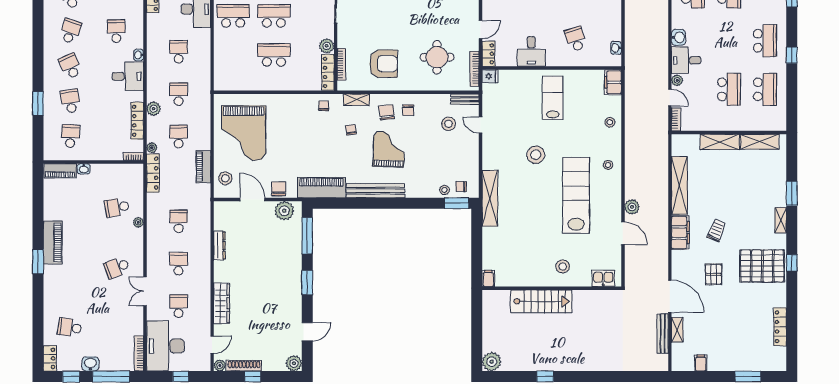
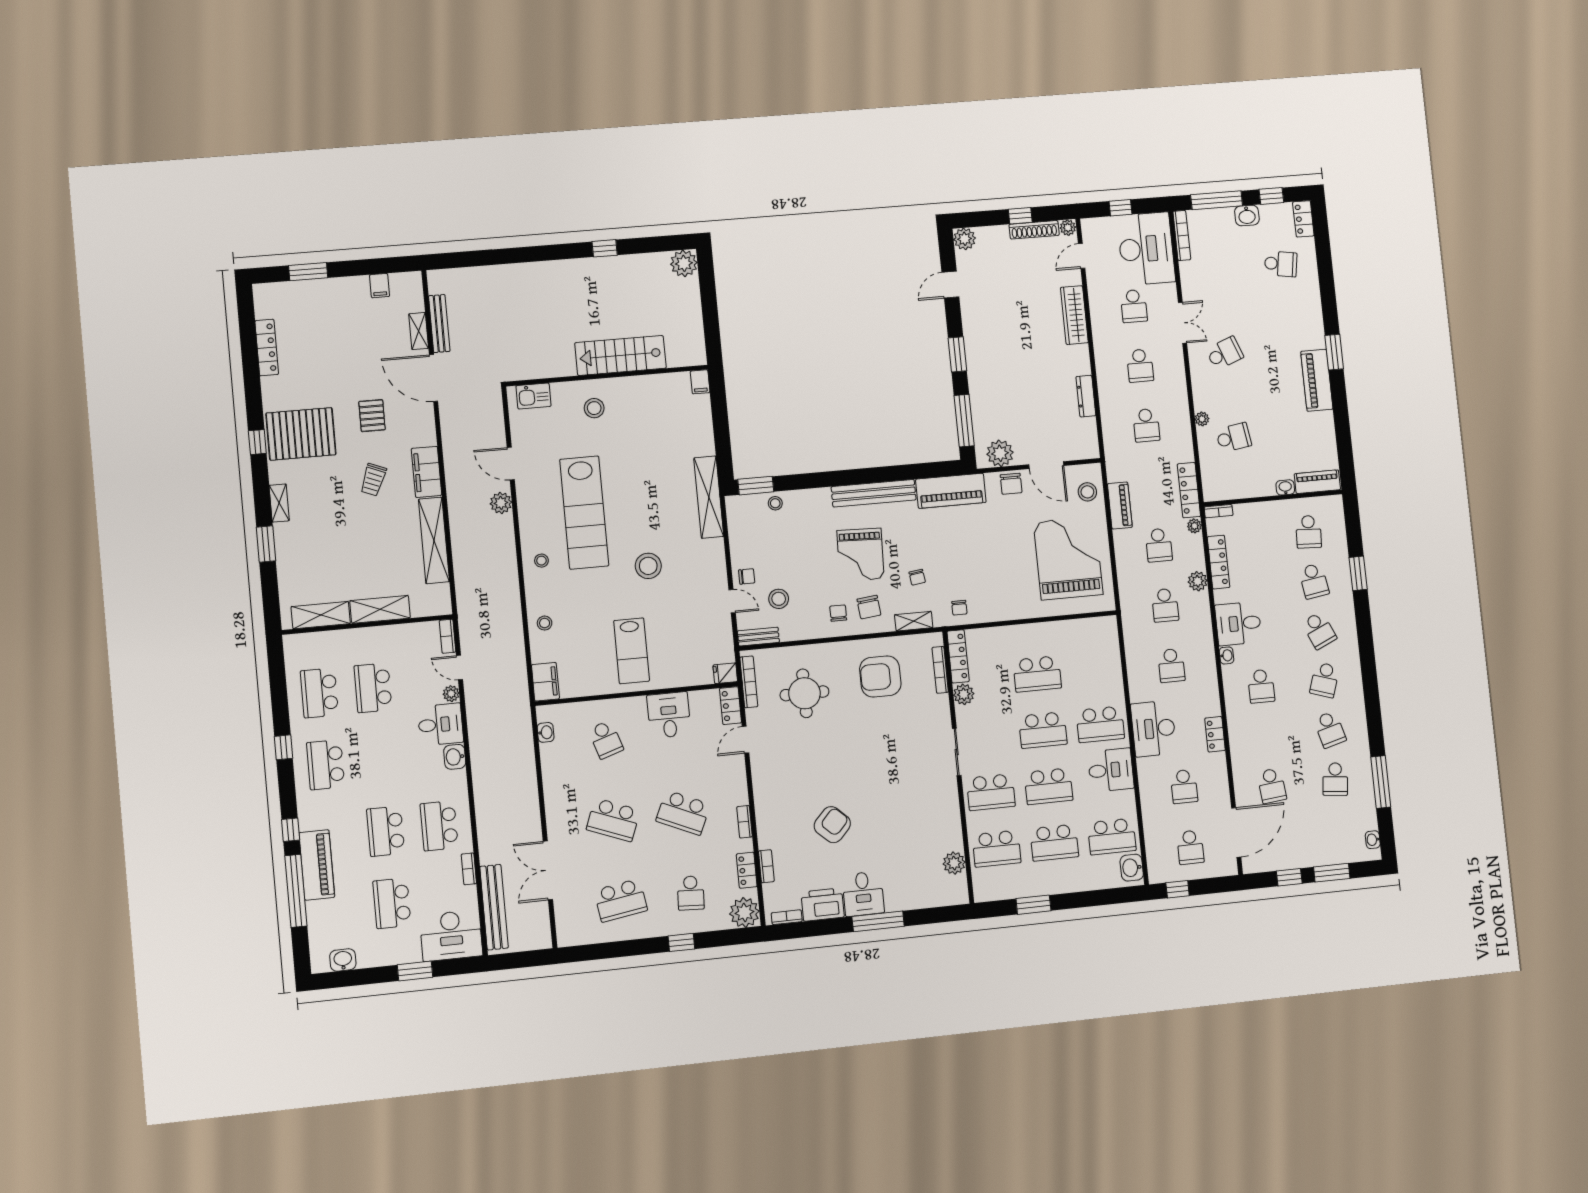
chair: (461, 186) -> (747, 576), moved

